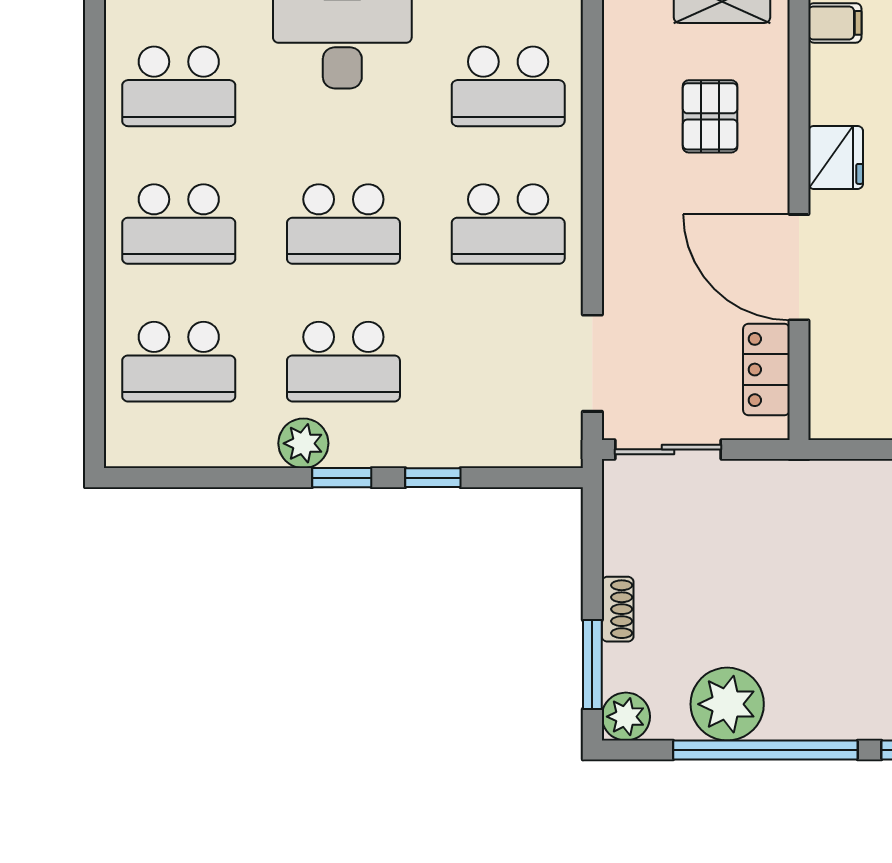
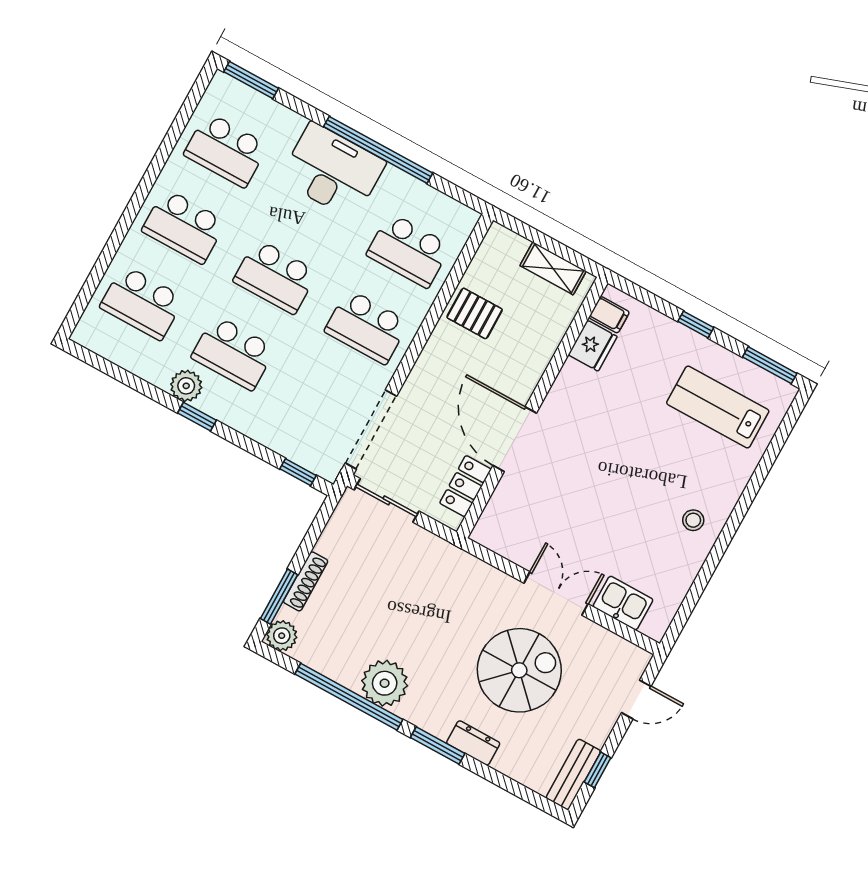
pallet: (710, 116) -> (475, 313), moved, turned 90
fridge: (836, 157) -> (593, 346), moved
doorway: (592, 363) -> (371, 429), width x1.36
window: (433, 478) -> (298, 472), moved
shoe rack: (618, 609) -> (306, 581), width x1.43
plant: (727, 704) -> (385, 683), moved

